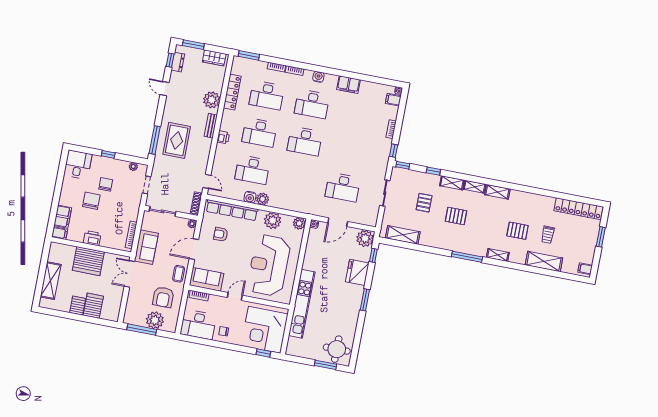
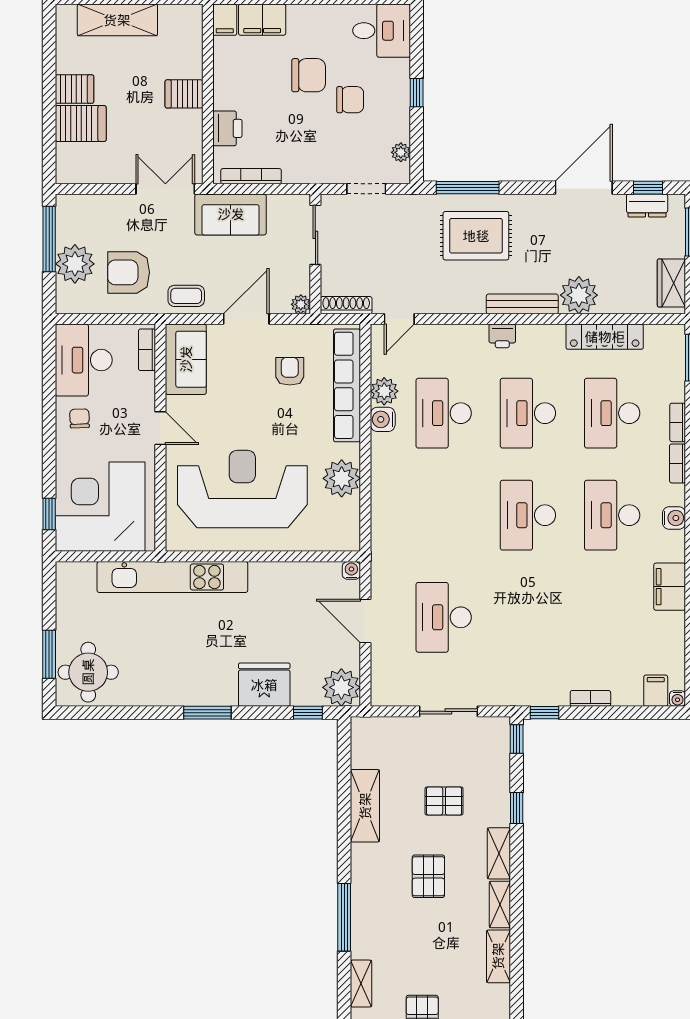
door: (165, 89) -> (584, 188), width x1.87
bench: (211, 126) -> (522, 304), width x1.36
plant: (263, 199) -> (384, 391), moved
plant: (299, 223) -> (347, 538), removed
shelving: (403, 235) -> (365, 806), moved
printer: (92, 238) -> (227, 128), moved
door: (194, 249) -> (246, 319), hinge flipped
server rack: (88, 261) -> (184, 94), width x0.46, depth x0.70

